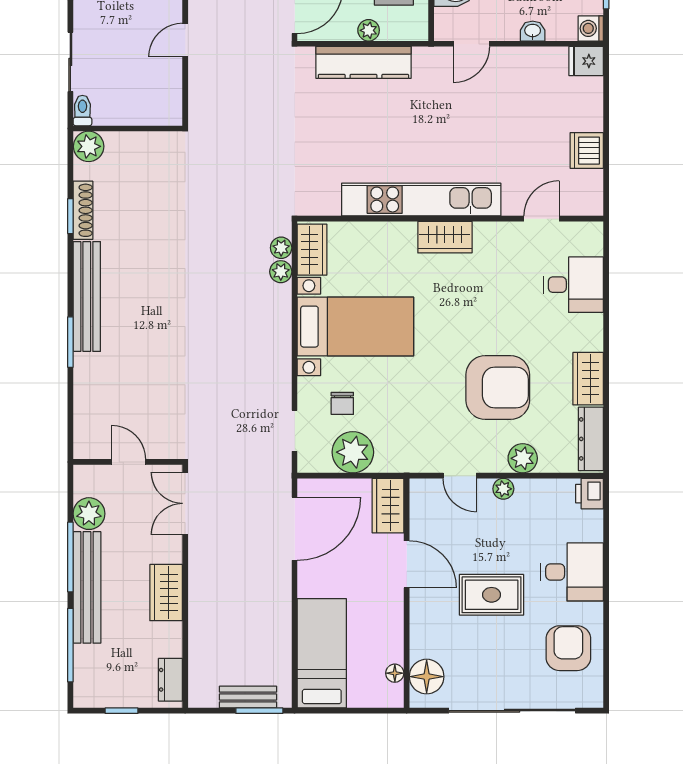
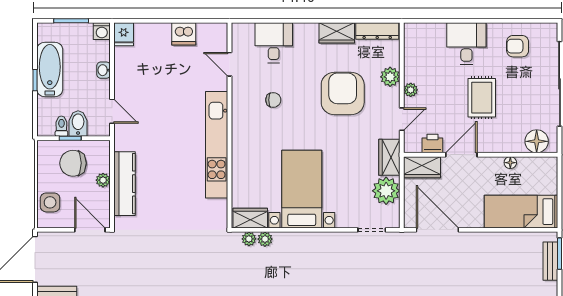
wardrobe: (445, 237) -> (389, 157), moved, turned 180
chair: (342, 403) -> (273, 100), moved
printer: (589, 494) -> (432, 144), moved, turned 180
armchair: (568, 648) -> (518, 46), width x0.72, depth x0.72
floor lamp: (395, 673) -> (510, 163), moved

